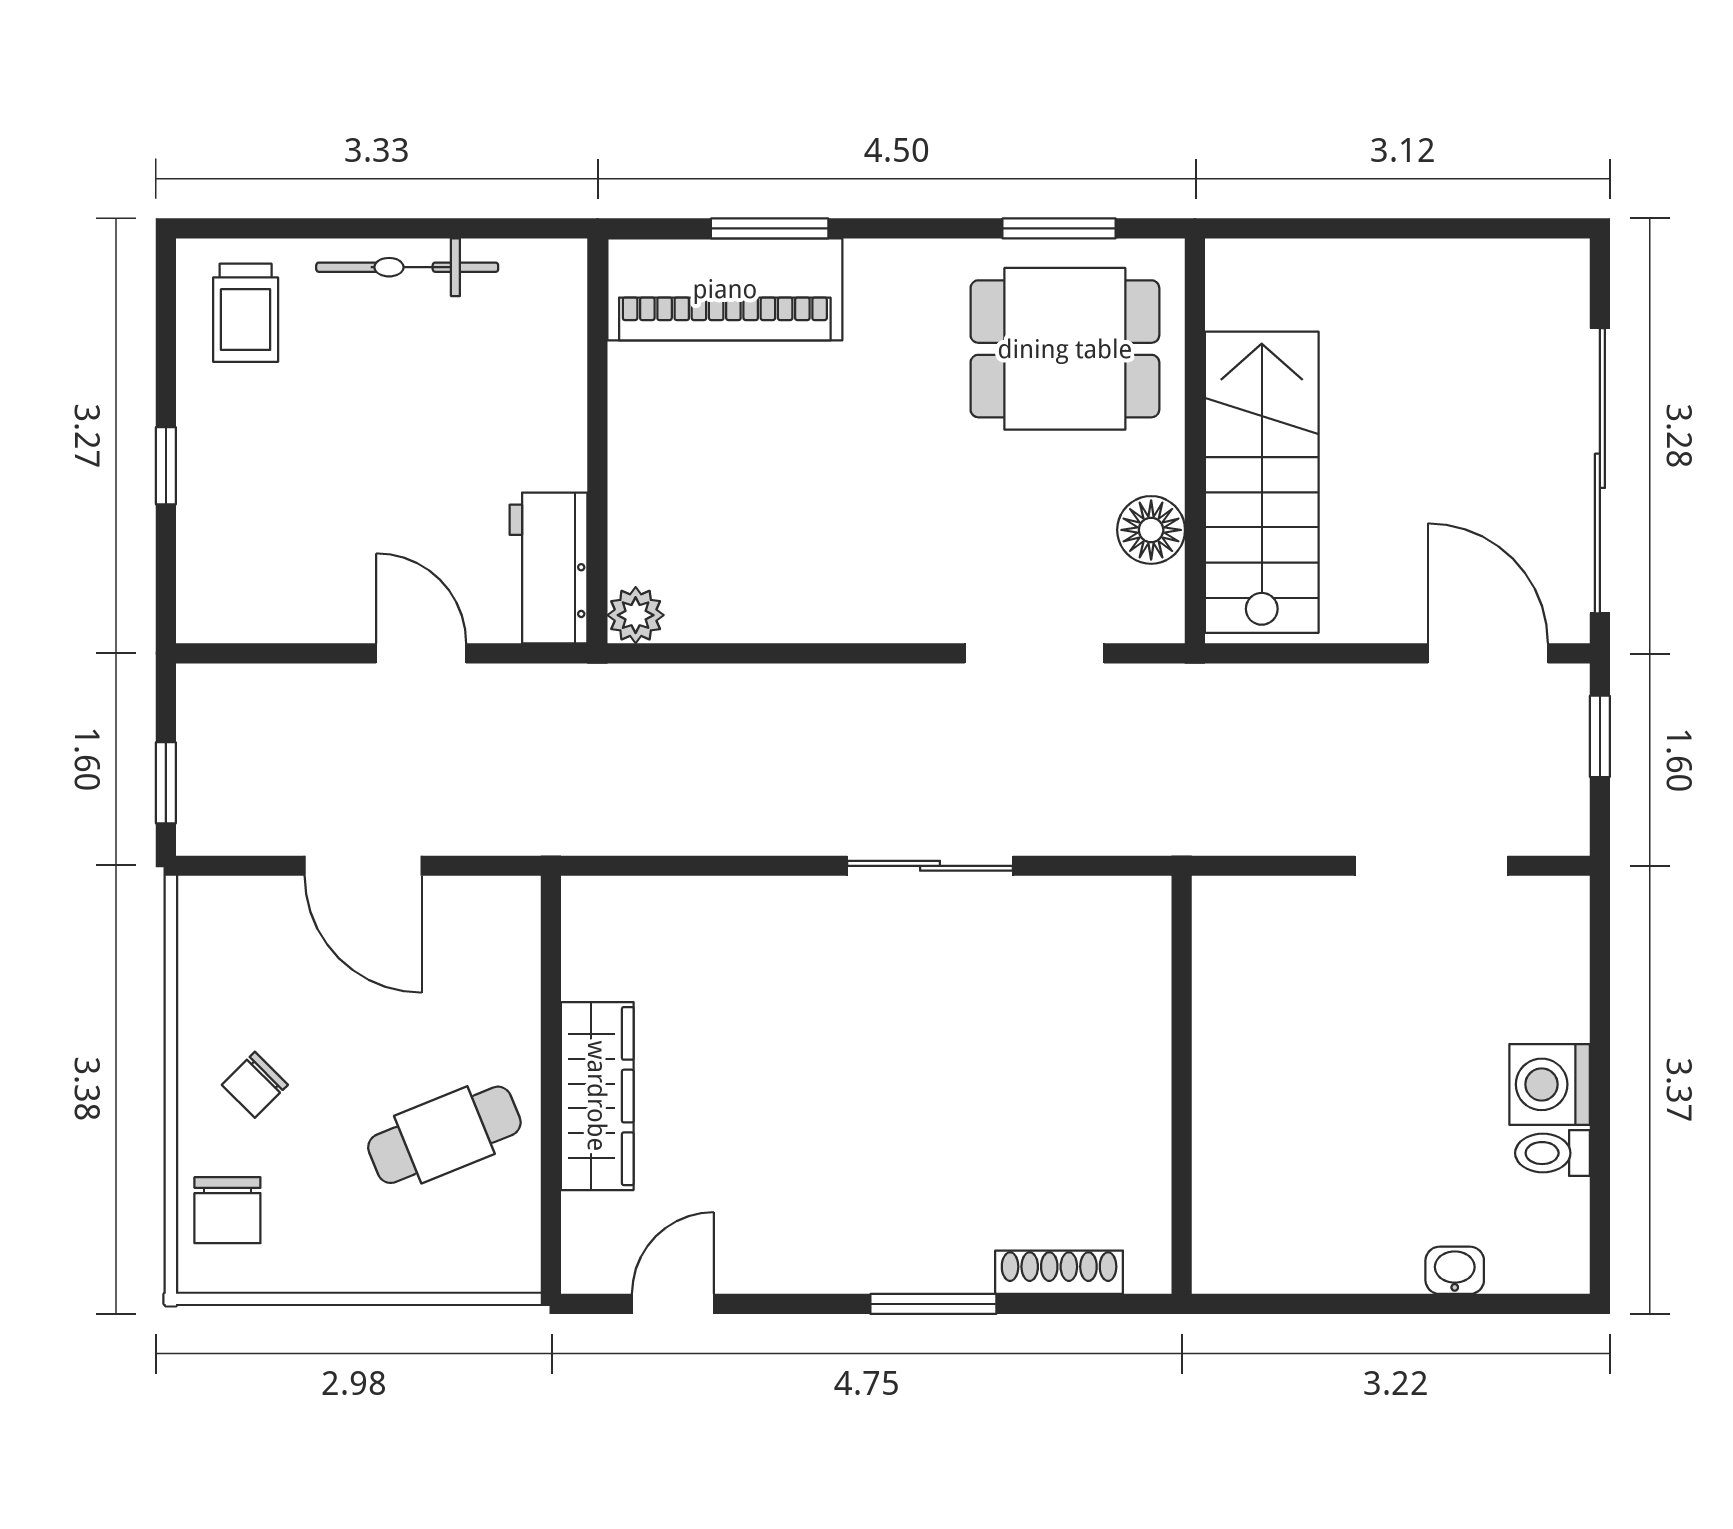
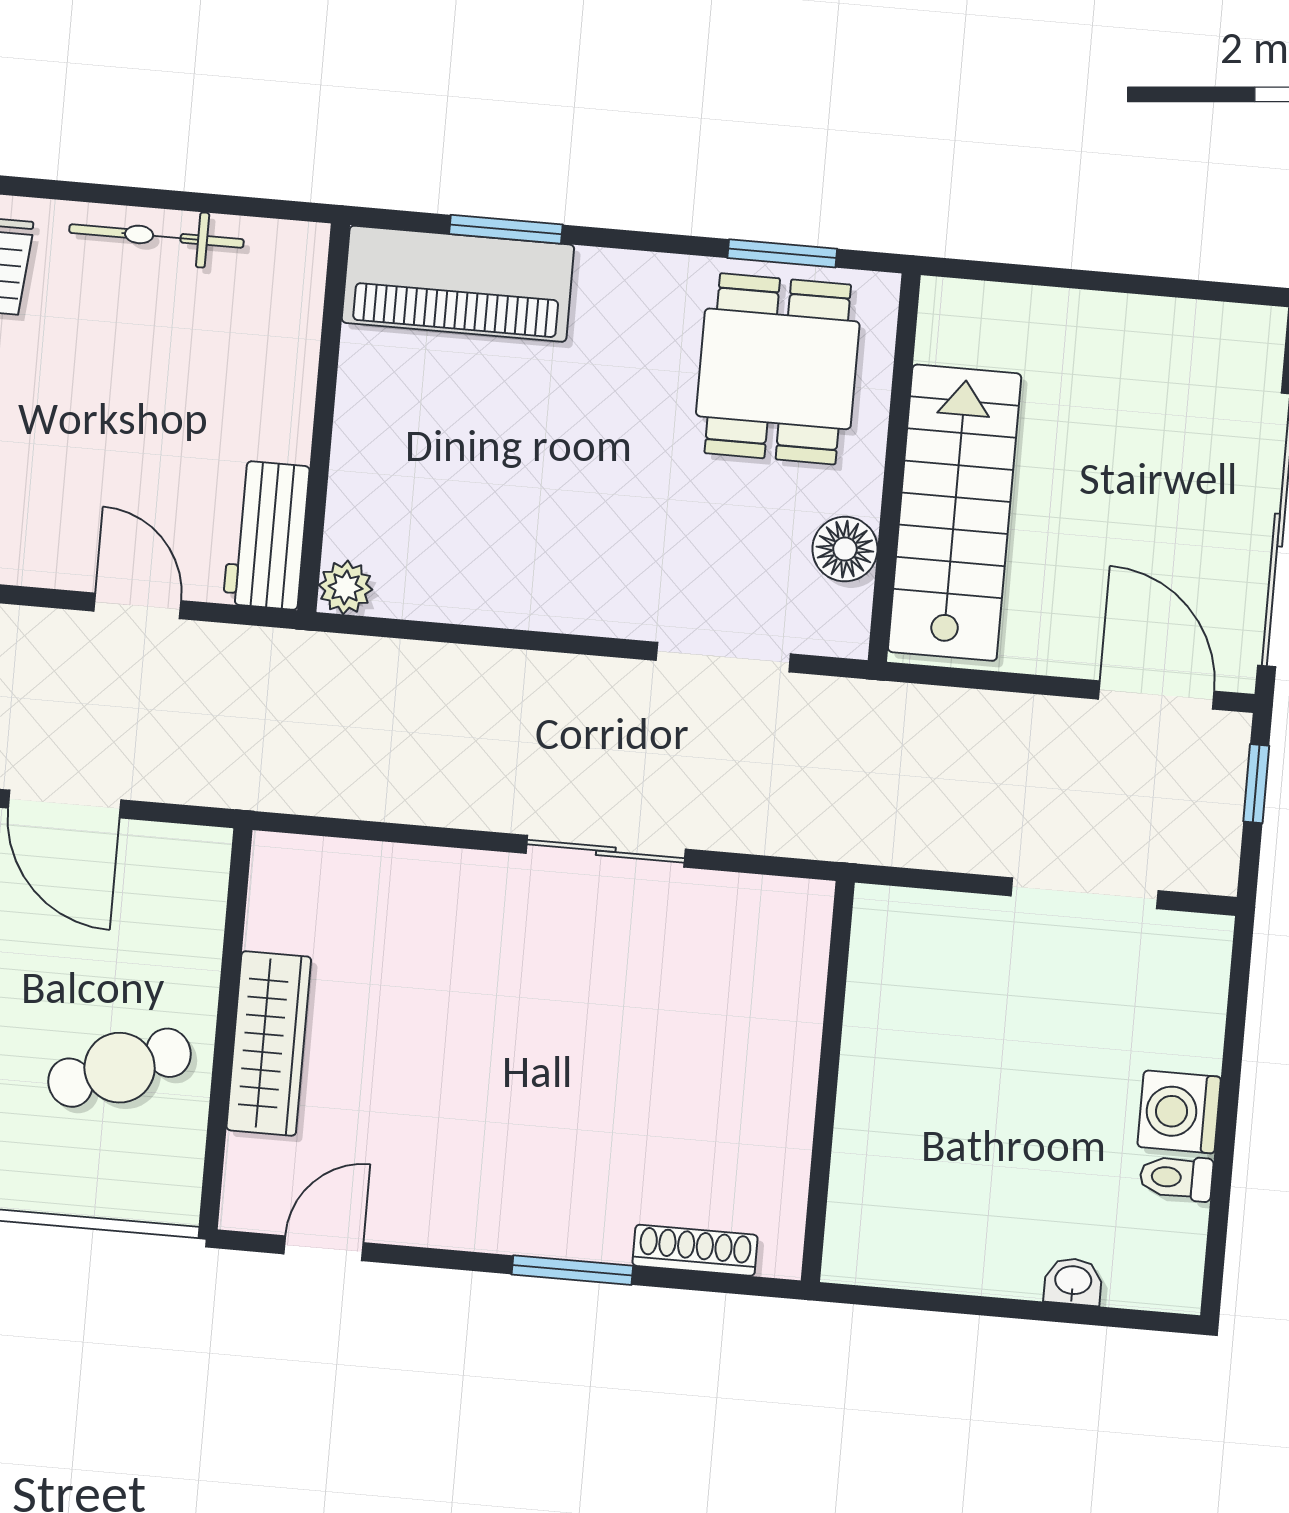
dining table: (1065, 349) -> (778, 369), turned 90

